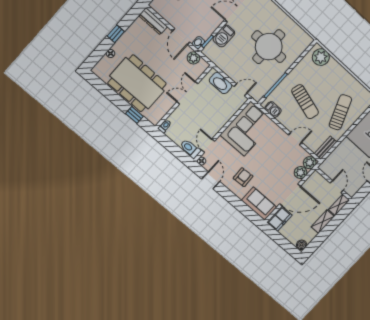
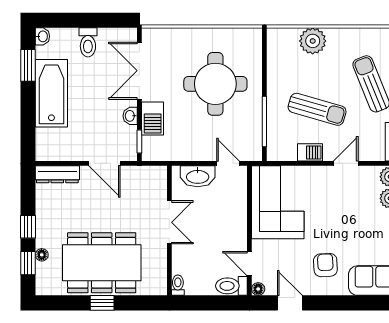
washbasin: (198, 43) -> (130, 116), moved
window: (100, 51) -> (28, 263), added
plant: (321, 57) -> (313, 41), moved
plant: (193, 58) -> (140, 175), removed
door: (241, 90) -> (228, 163), hinge flipped
double door: (187, 93) -> (169, 222), swing flipped
barbecue: (273, 110) -> (310, 152), moved
window: (134, 115) -> (102, 303), moved

